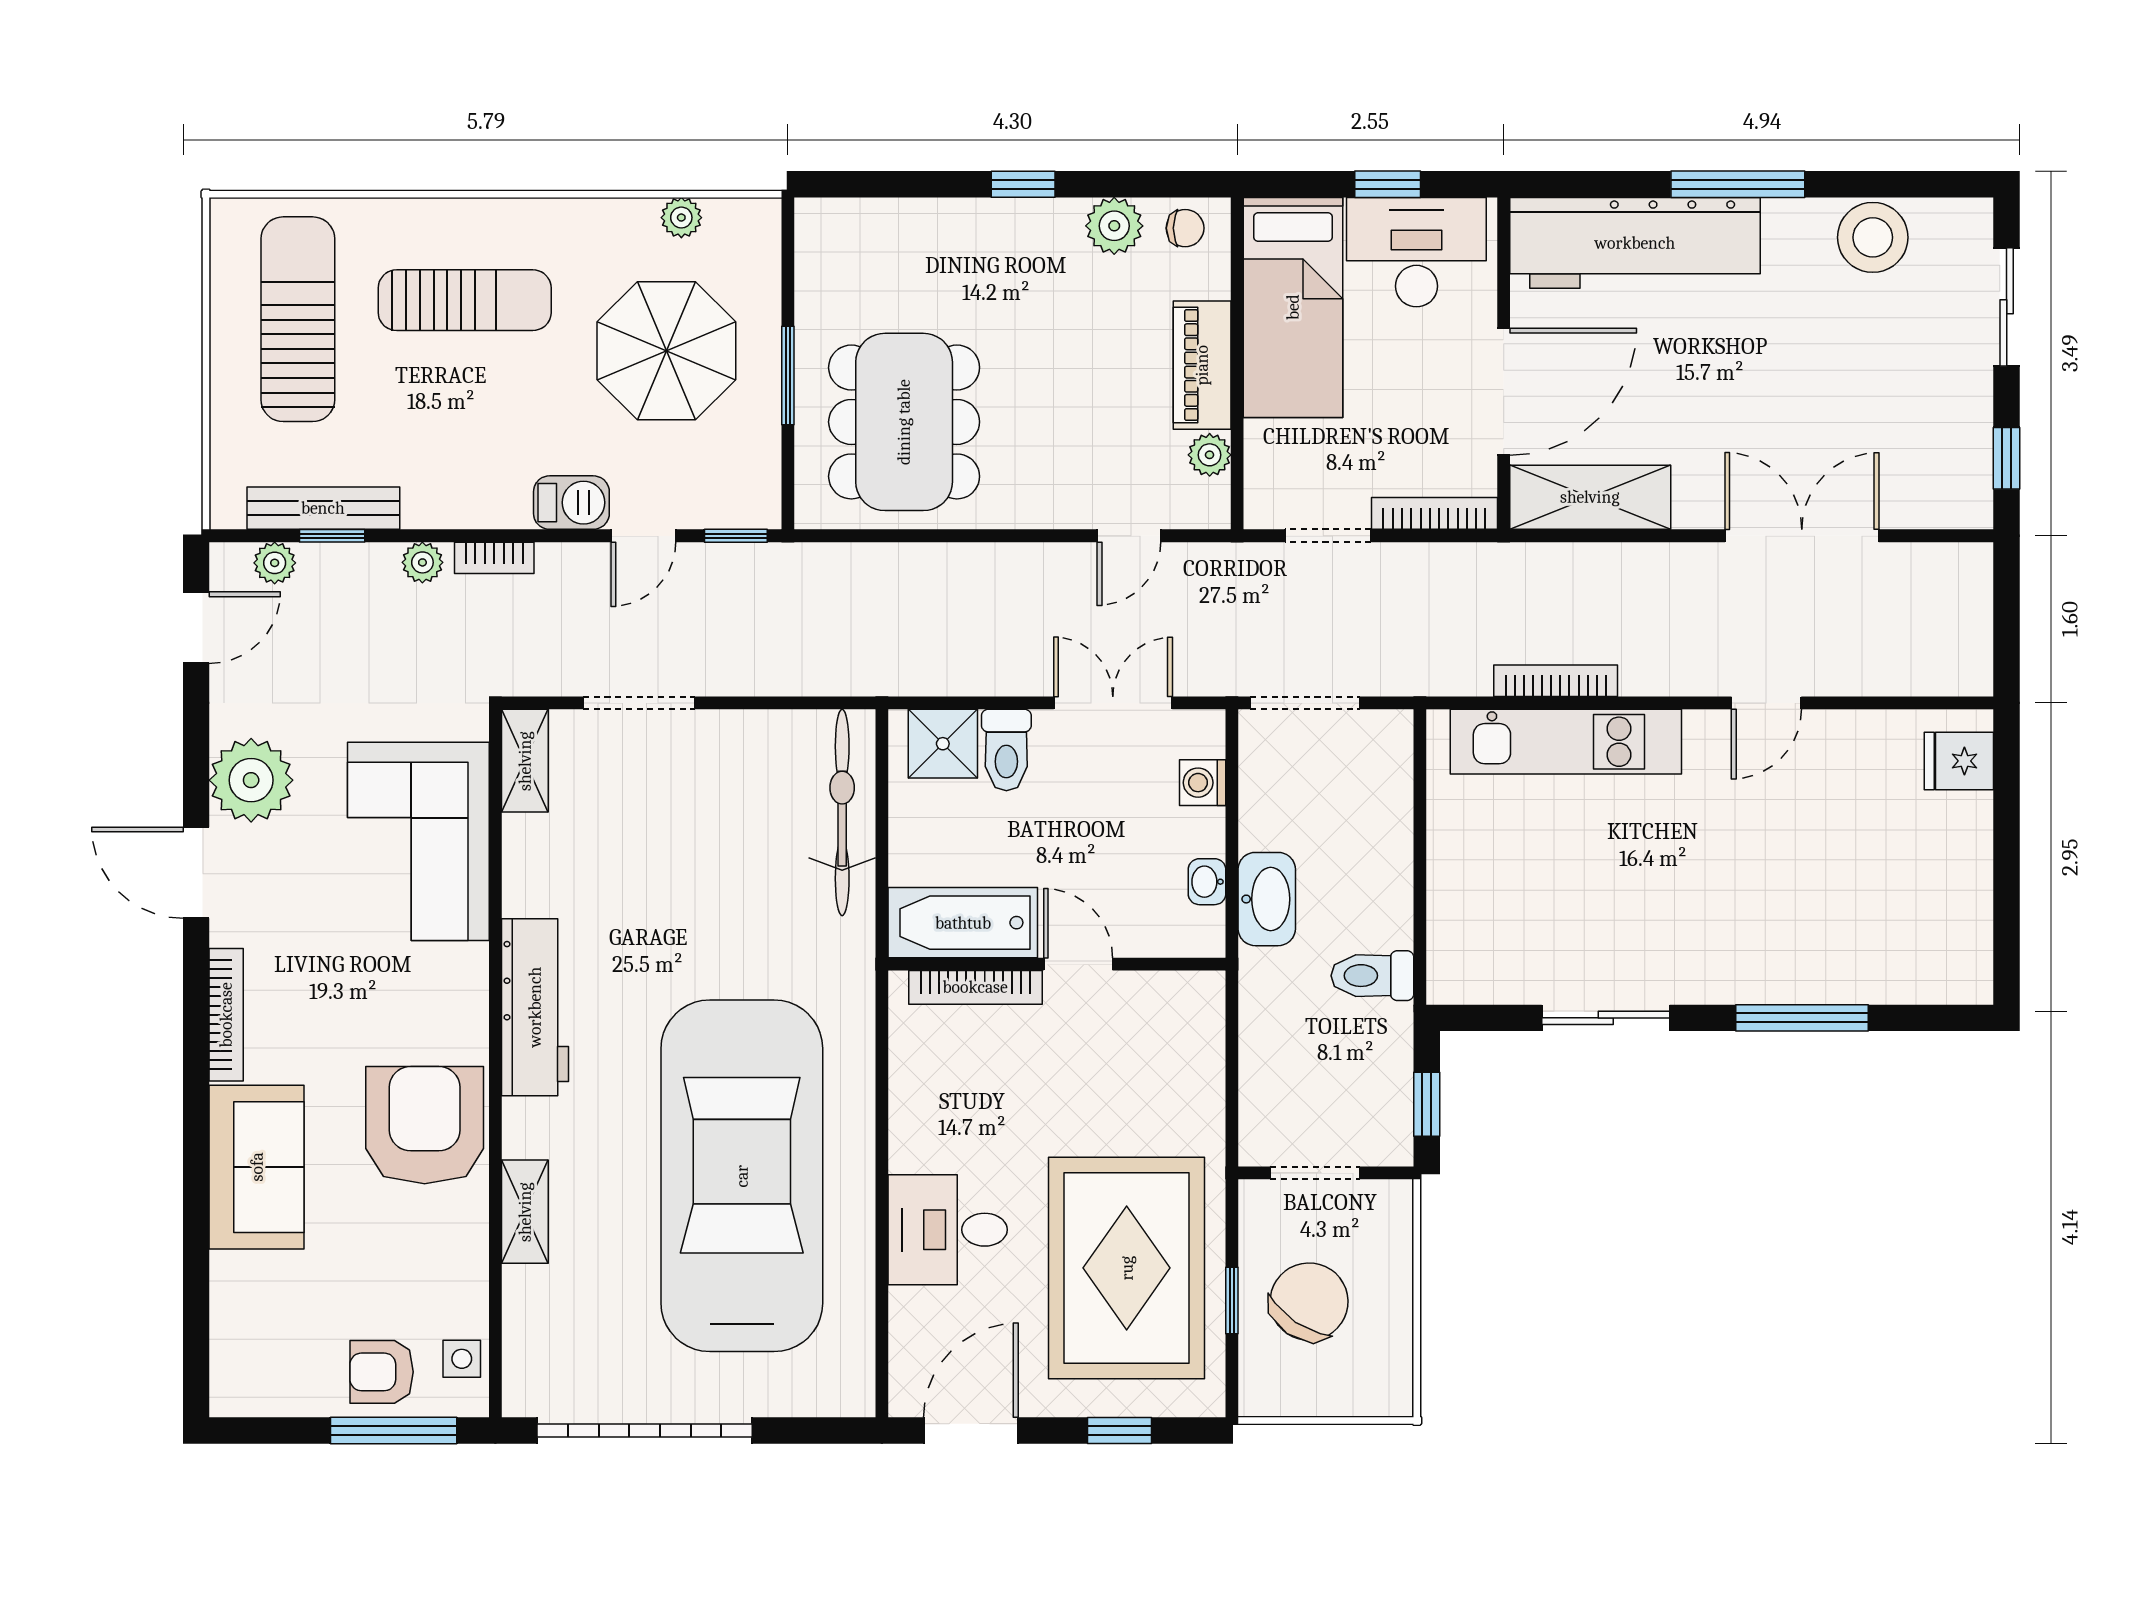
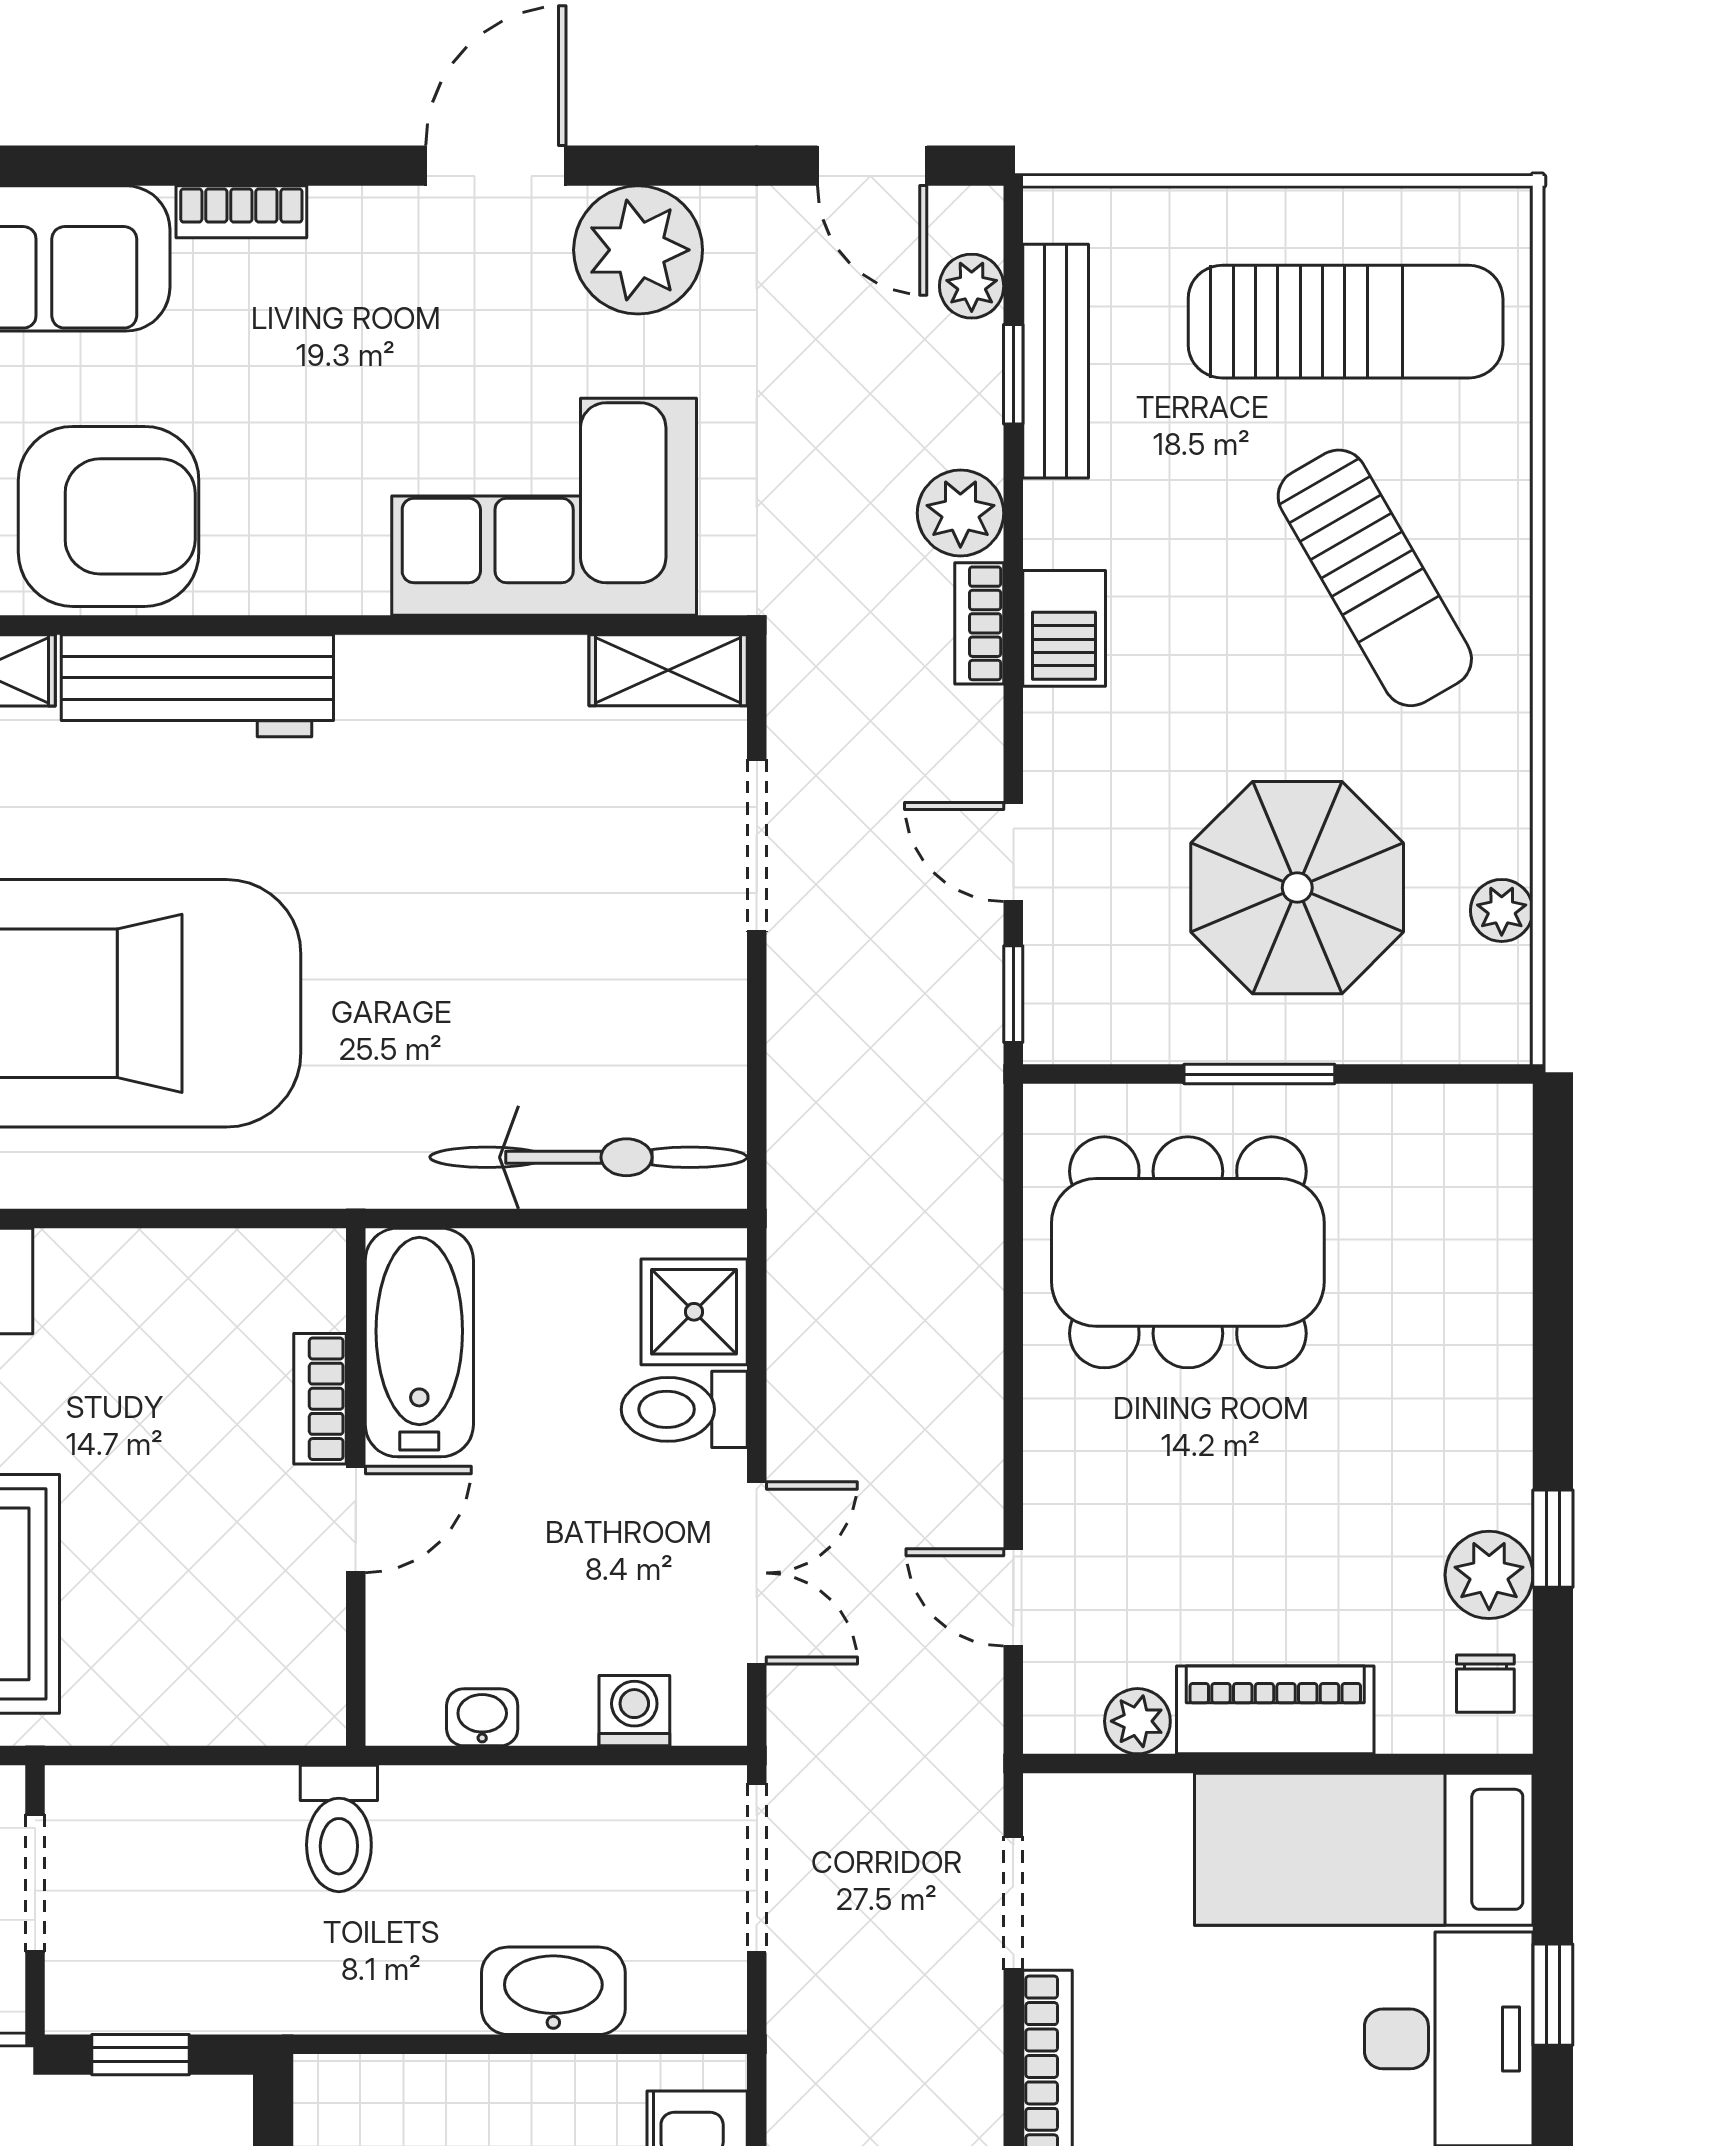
window: (1023, 184) -> (1553, 1539), moved
sun lounger: (465, 300) -> (1375, 578), turned -30
barbecue: (571, 503) -> (1064, 628), moved
plant: (422, 562) -> (960, 513), width x1.38, depth x1.38
washbasin: (1267, 899) -> (553, 1991), moved, turned 180
toilet: (1372, 976) -> (339, 1829), moved, turned 180
bookcase: (975, 987) -> (320, 1399), width x0.64
workbench: (535, 1007) -> (197, 686), moved
bookcase: (226, 1015) -> (241, 212), width x0.64

